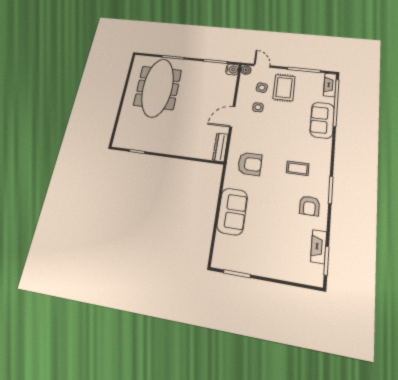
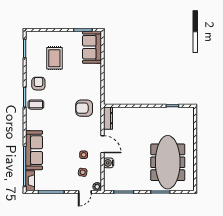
door: (262, 66) -> (85, 192), hinge flipped
water cooler: (232, 69) -> (109, 163), moved
rug: (284, 88) -> (54, 58), moved
door: (232, 117) -> (103, 144), hinge flipped
sofa: (322, 120) -> (34, 150), width x1.36
coffee table: (298, 168) -> (36, 105), moved
sofa: (232, 211) -> (92, 47), moved
fireplace: (319, 247) -> (30, 57), removed

